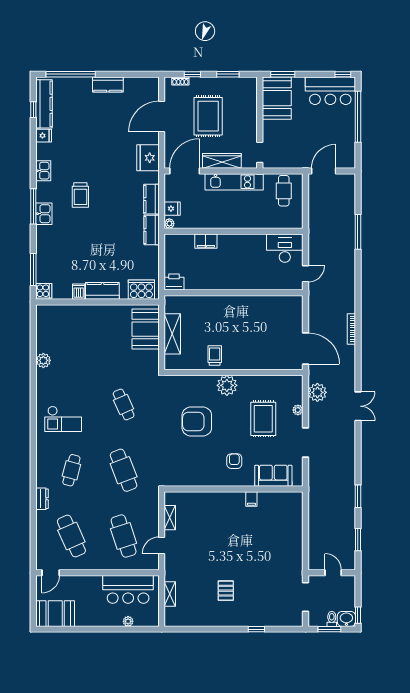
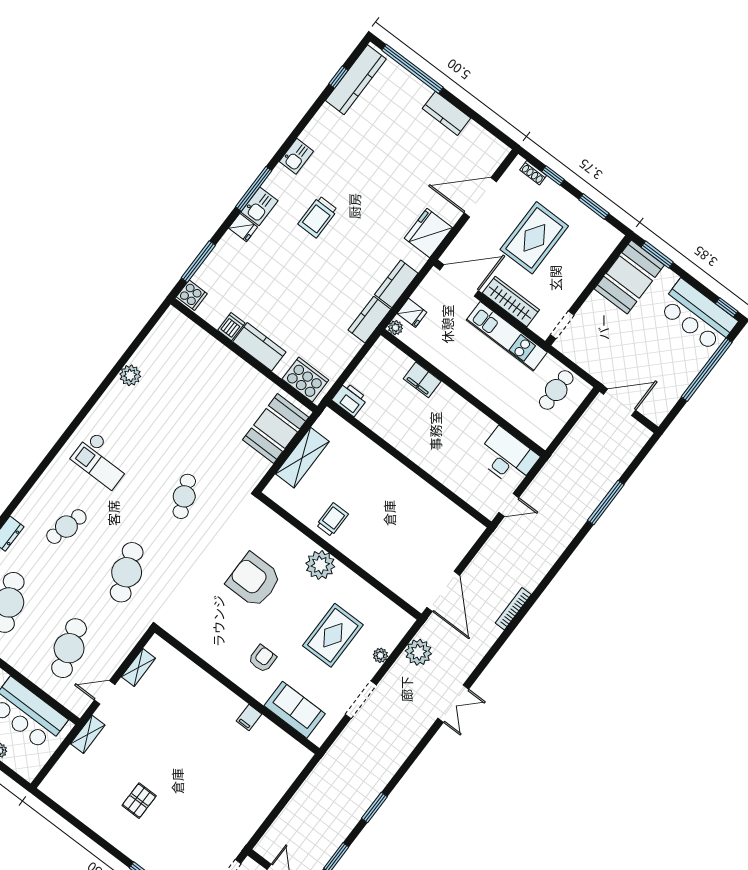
fridge: (44, 136) -> (243, 227), moved
shelving: (170, 594) -> (88, 734), moved

